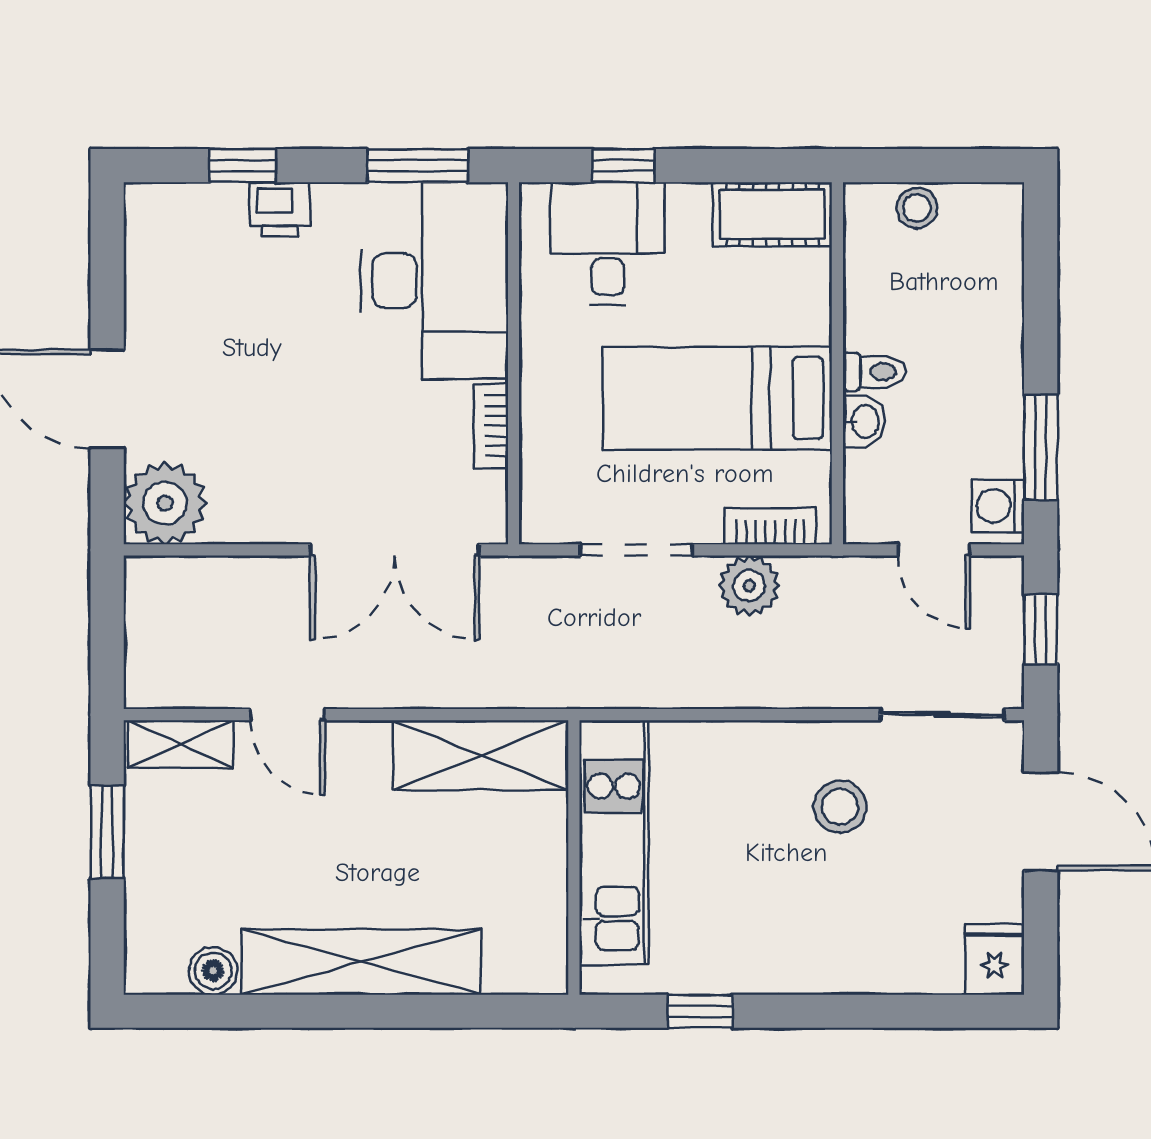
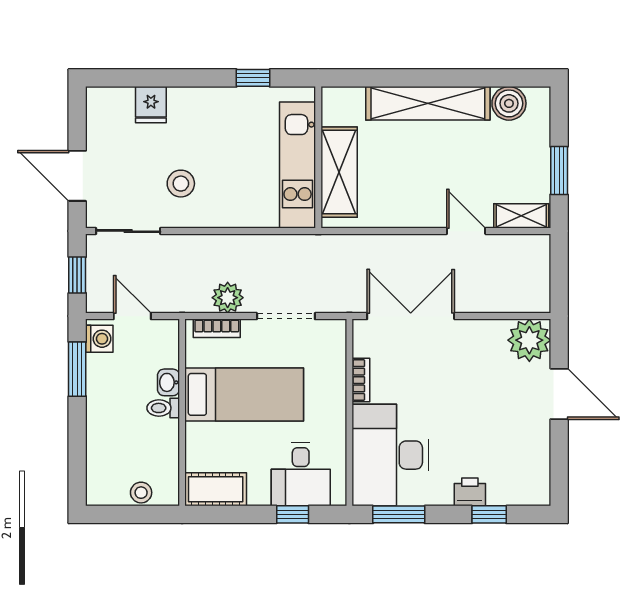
shelving: (481, 755) -> (339, 172), moved, turned 90
fridge: (995, 959) -> (151, 105), moved
boiler: (213, 971) -> (509, 103), width x1.36, depth x1.36

